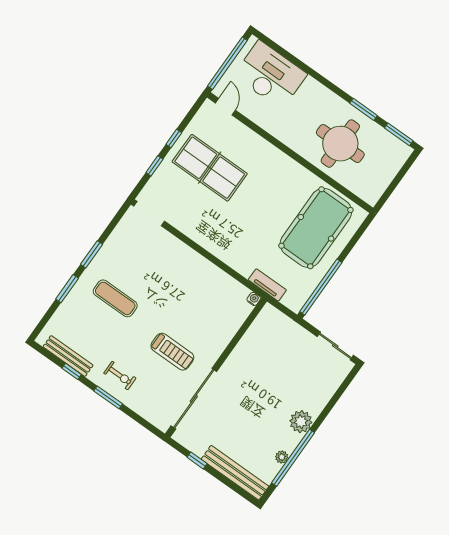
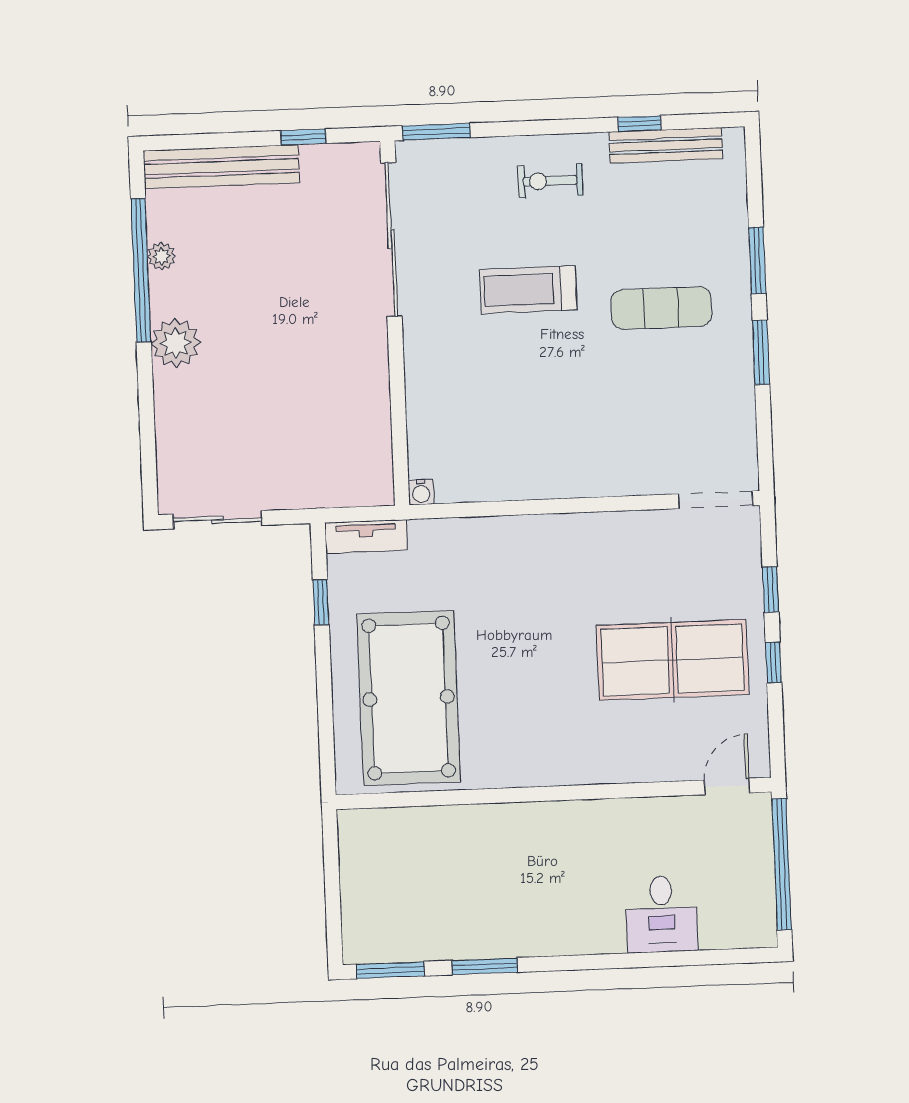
desk: (270, 75) -> (662, 914), width x0.53, depth x0.77
door: (225, 107) -> (727, 786), swing flipped
round table: (340, 144) -> (479, 876), removed
tv unit: (267, 285) -> (366, 536), moved
window: (321, 287) -> (321, 602), width x0.32
treadmill: (172, 352) -> (528, 290), moved
window: (108, 397) -> (436, 132), moved

